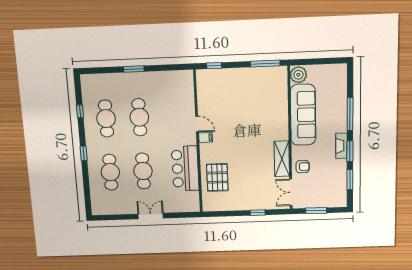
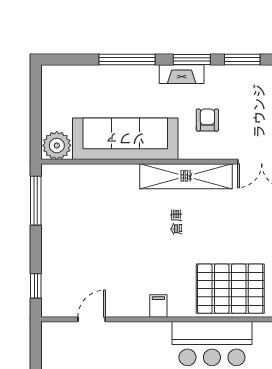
door: (197, 124) -> (92, 319), moved
shelving: (282, 159) -> (186, 176), width x1.47
armchair: (303, 167) -> (207, 120), moved
pallet: (217, 177) -> (230, 289), width x1.37, depth x1.41

